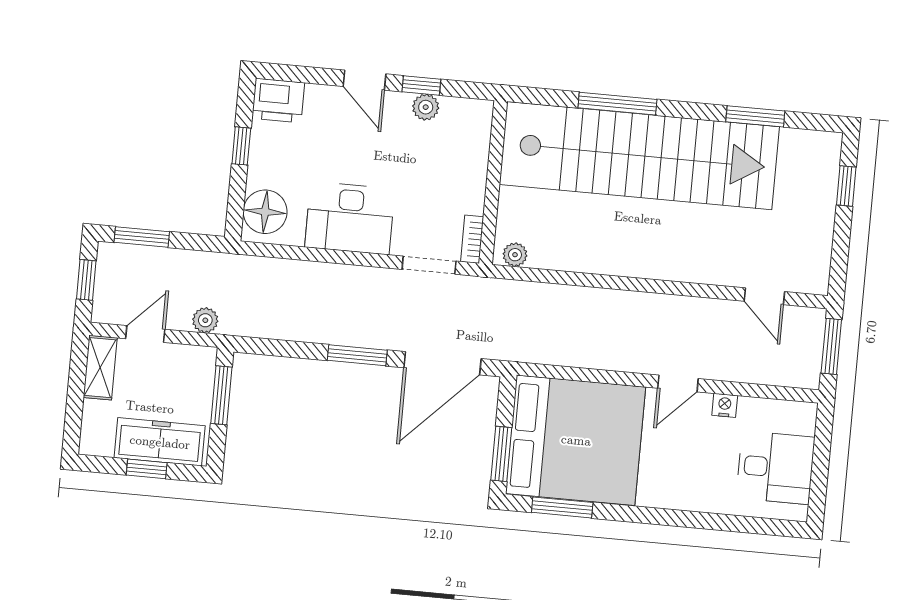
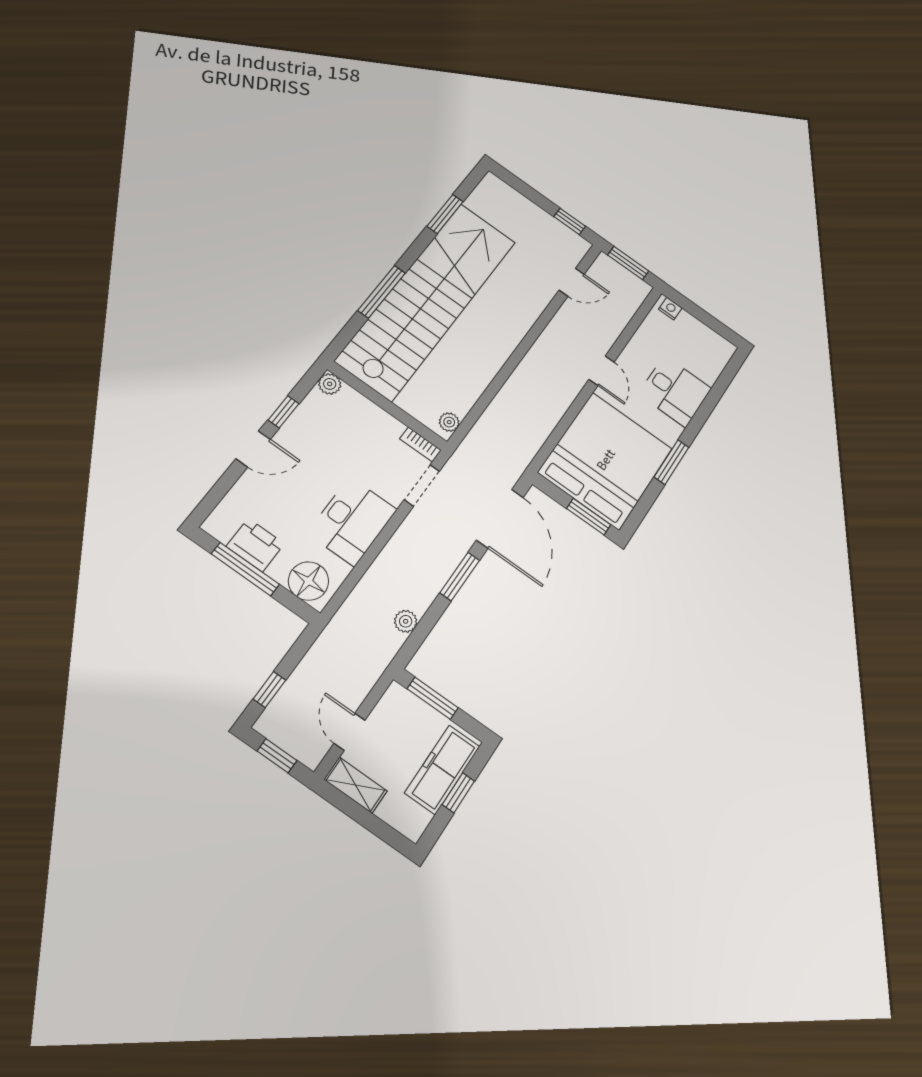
printer: (278, 100) -> (255, 545), moved, turned -90
plant: (426, 107) -> (330, 384), moved
window: (241, 146) -> (245, 569), width x2.17
window: (846, 186) -> (570, 221), moved
window: (142, 237) -> (269, 690), width x0.67
plant: (205, 320) -> (406, 621), moved
nightstand: (725, 405) -> (670, 309), moved, turned 90
desk: (775, 468) -> (675, 391), moved, turned 90
window: (562, 507) -> (672, 462), moved

